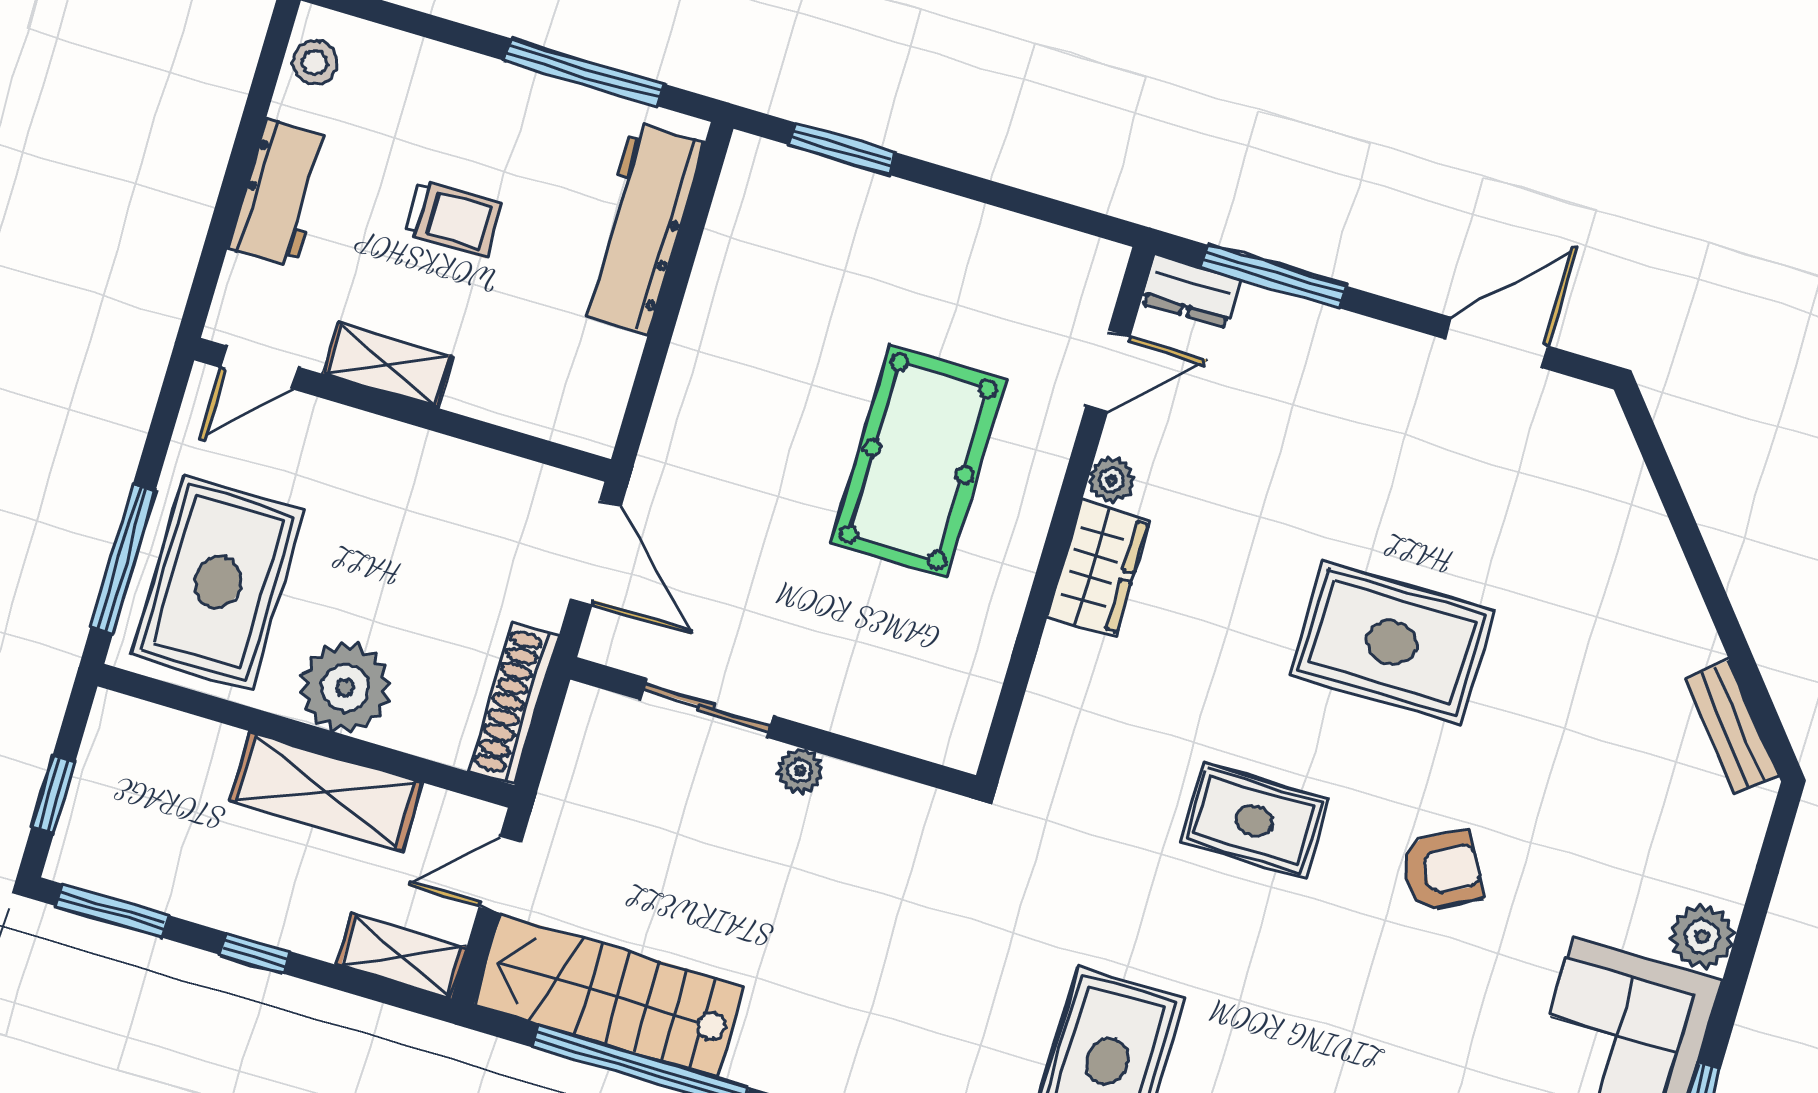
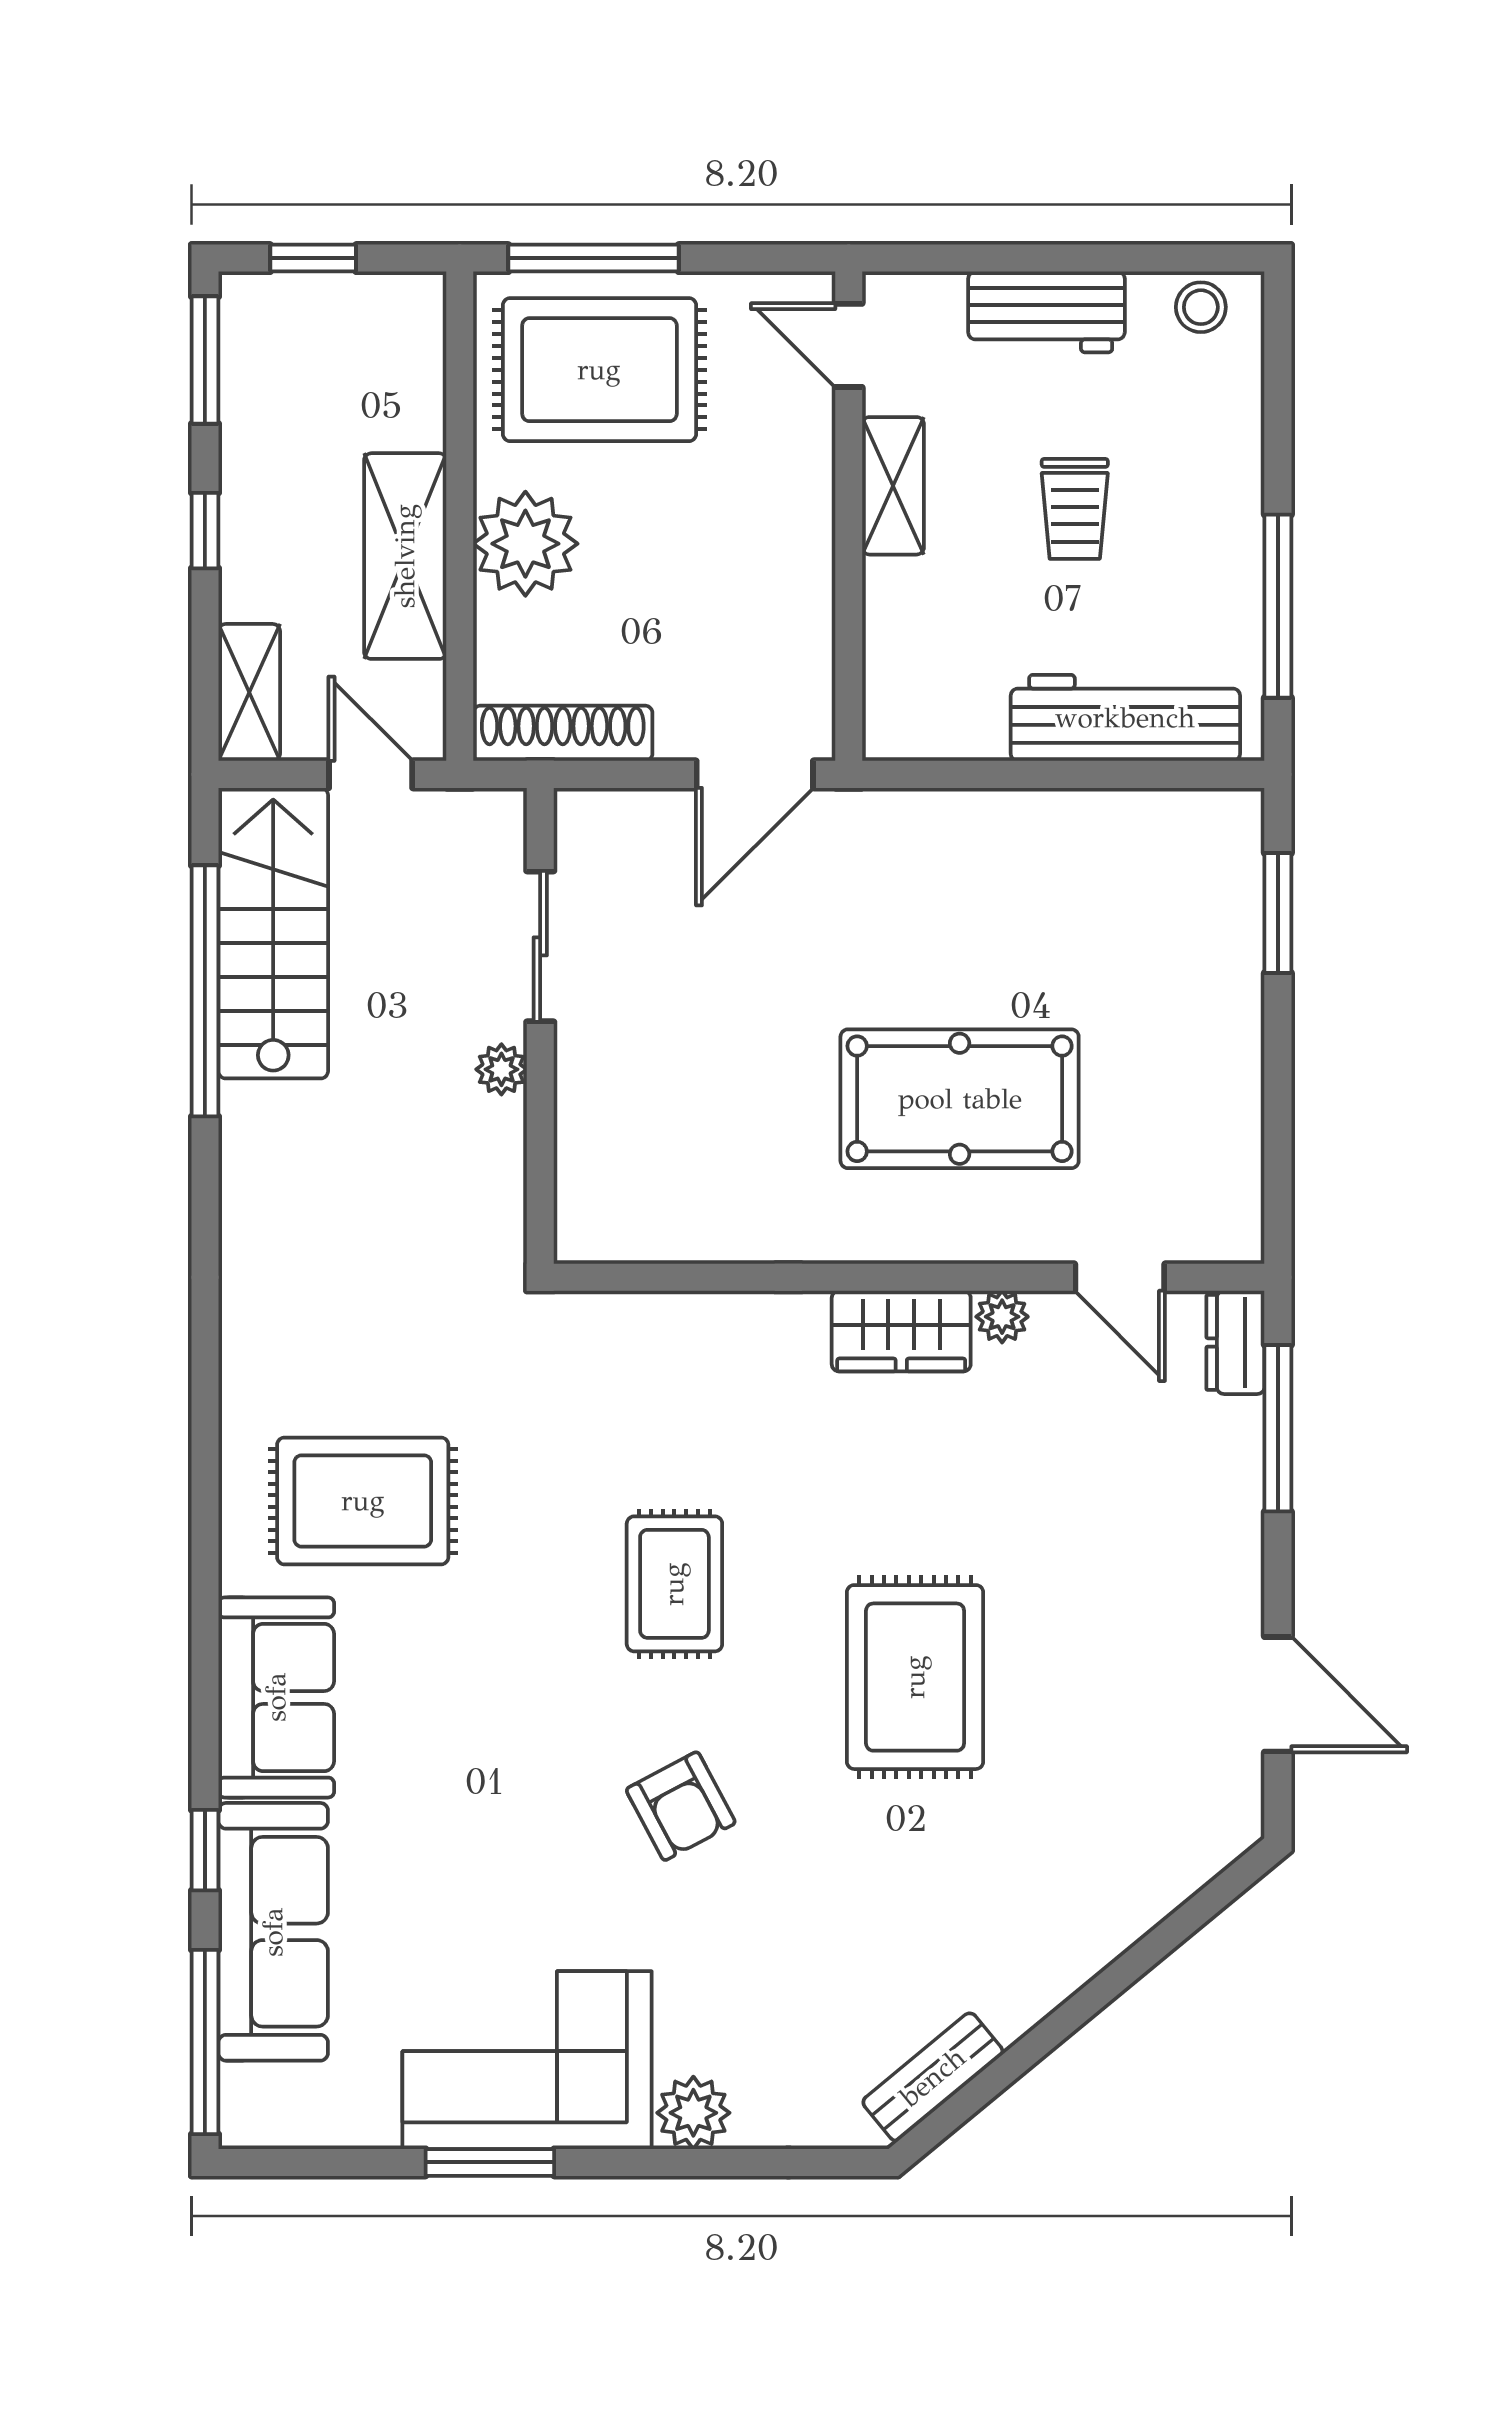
sliding door: (707, 708) -> (540, 946), moved
wall: (773, 727) -> (540, 1026), moved
plant: (800, 771) -> (501, 1069), moved

